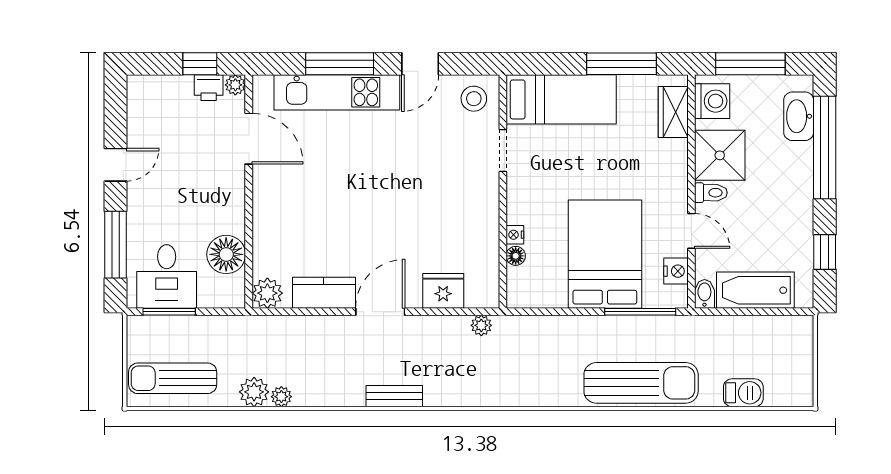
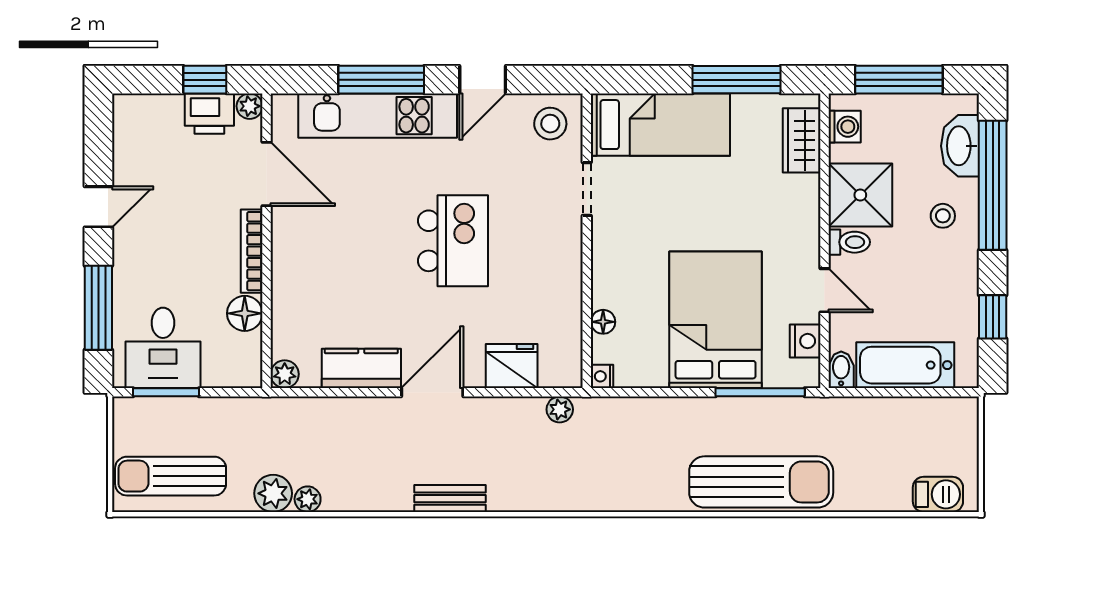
printer: (209, 88) -> (209, 114), width x1.36, depth x1.24
washing machine: (712, 101) -> (845, 127), width x0.73, depth x0.73
stool: (785, 172) -> (943, 216), added
kitchen island: (397, 192) -> (453, 241), added
bookcase: (237, 200) -> (252, 251), added
nightstand: (515, 235) -> (602, 376), moved
floor lamp: (226, 254) -> (245, 313), width x0.73, depth x0.73
plant: (267, 293) -> (285, 374), width x0.73, depth x0.73
barbecue: (743, 393) -> (938, 494), moved

